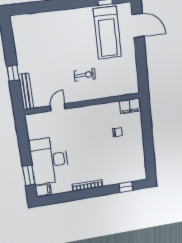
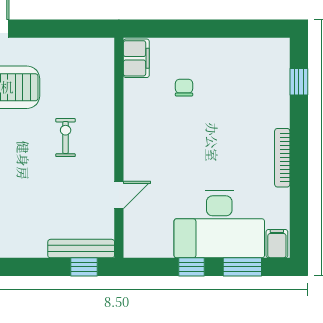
window: (13, 73) -> (84, 267), moved
door: (58, 107) -> (119, 195), swing flipped
window: (25, 150) -> (191, 267), added

